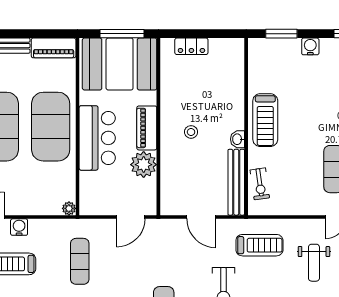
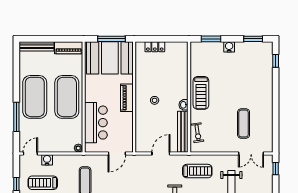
bar counter: (97, 138) -> (96, 123), moved
plant: (144, 165) -> (125, 121), removed
door: (201, 217) -> (161, 153), swing flipped

